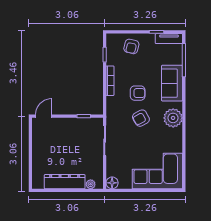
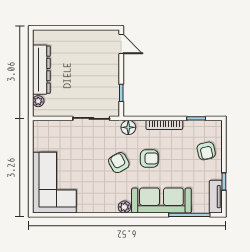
armchair: (131, 46) -> (206, 151), turned -116
sofa: (172, 83) -> (161, 200), width x1.36
armchair: (138, 93) -> (149, 158), turned -90
plant: (173, 118) -> (124, 207), width x0.53, depth x0.53
floor lamp: (112, 183) -> (128, 127), moved

